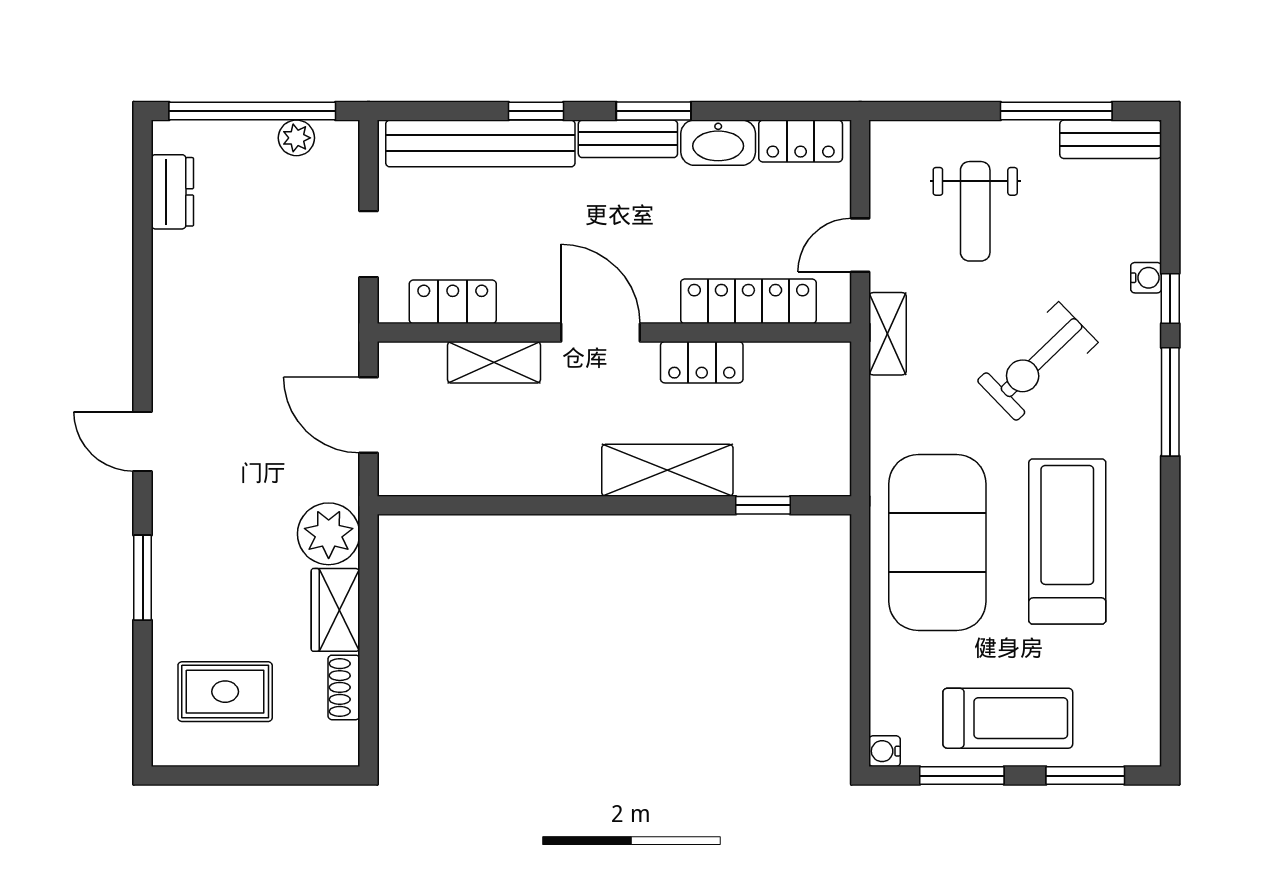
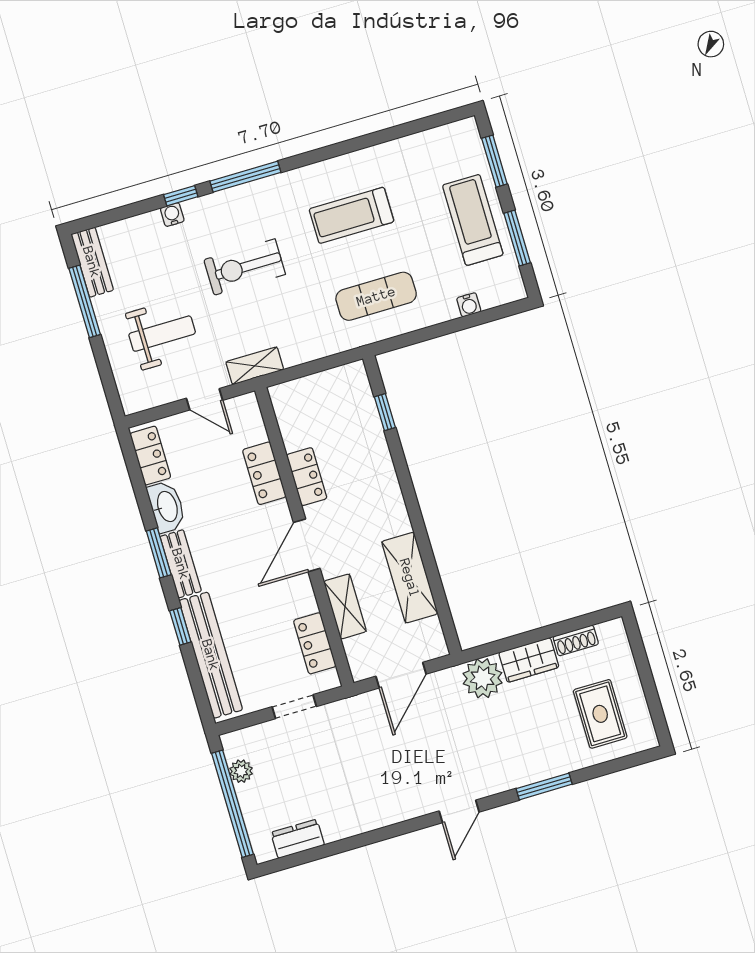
locker: (748, 301) -> (264, 473), width x0.66
exercise bike: (1037, 362) -> (245, 267), turned 134
shelving: (667, 470) -> (410, 578), moved
treadmill: (1067, 541) -> (351, 215), width x0.73, depth x0.73
exercise mat: (937, 543) -> (376, 296), width x0.50, depth x0.69
water cooler: (885, 751) -> (469, 305), moved

